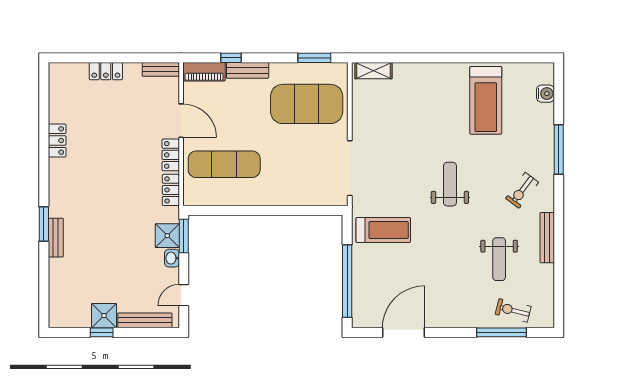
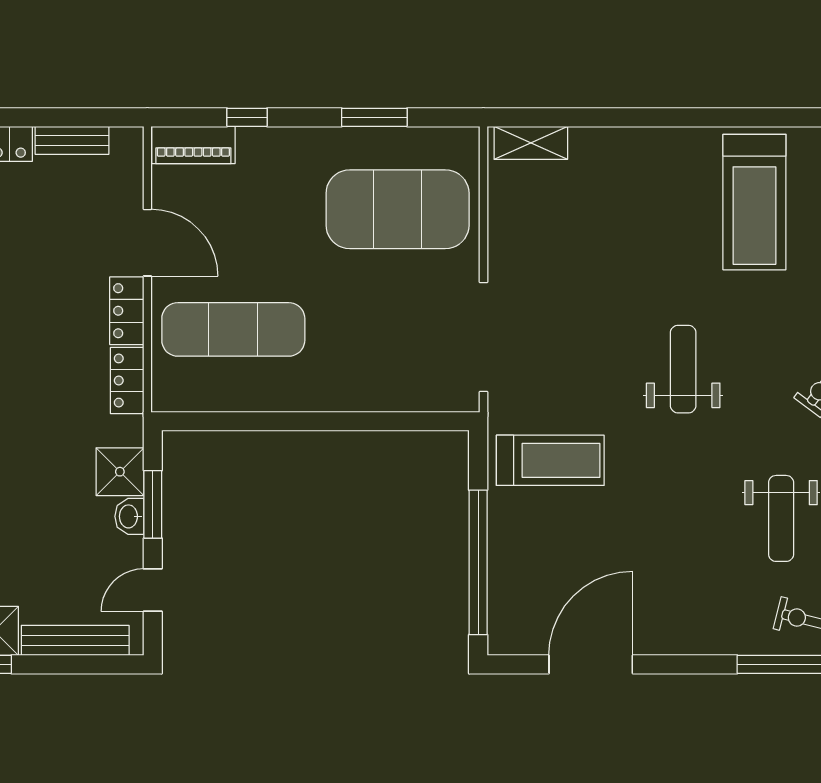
window: (314, 58) -> (374, 117), moved
bench: (161, 69) -> (72, 140), moved
bench: (248, 70) -> (280, 142), removed
window: (184, 236) -> (153, 504), moved

